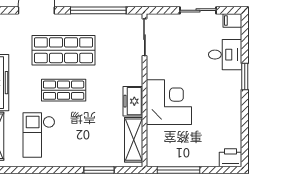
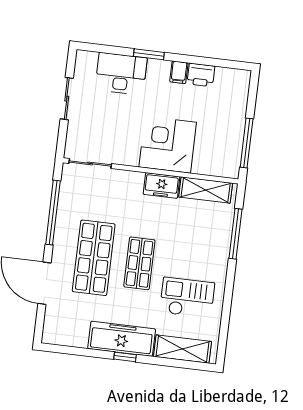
filing cabinet: (232, 20) -> (179, 72), moved
desk: (225, 55) -> (121, 74), width x1.37
checkout: (39, 135) -> (187, 298), turned 180
printer: (230, 158) -> (201, 75), moved, turned -90
window: (99, 170) -> (236, 234), width x1.44

